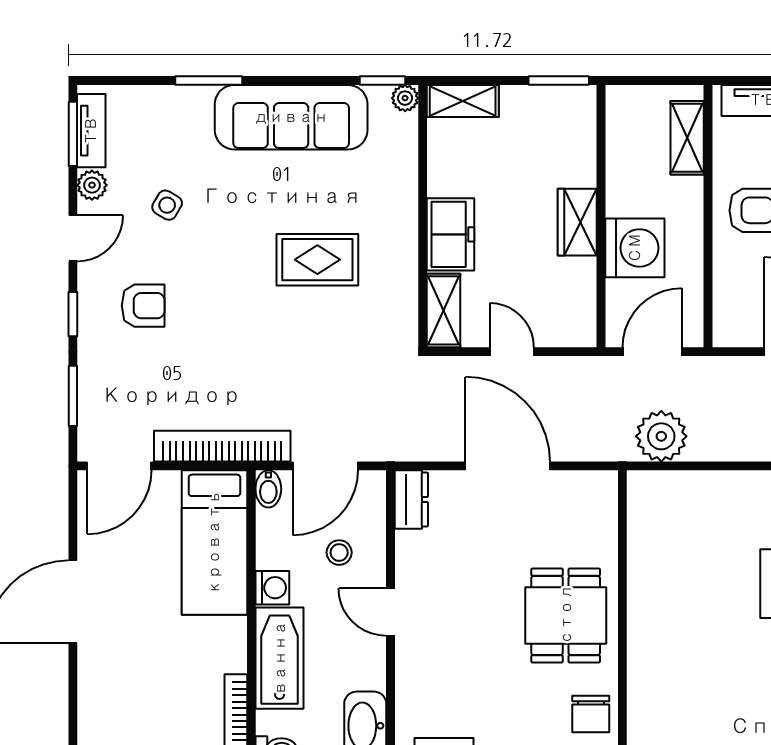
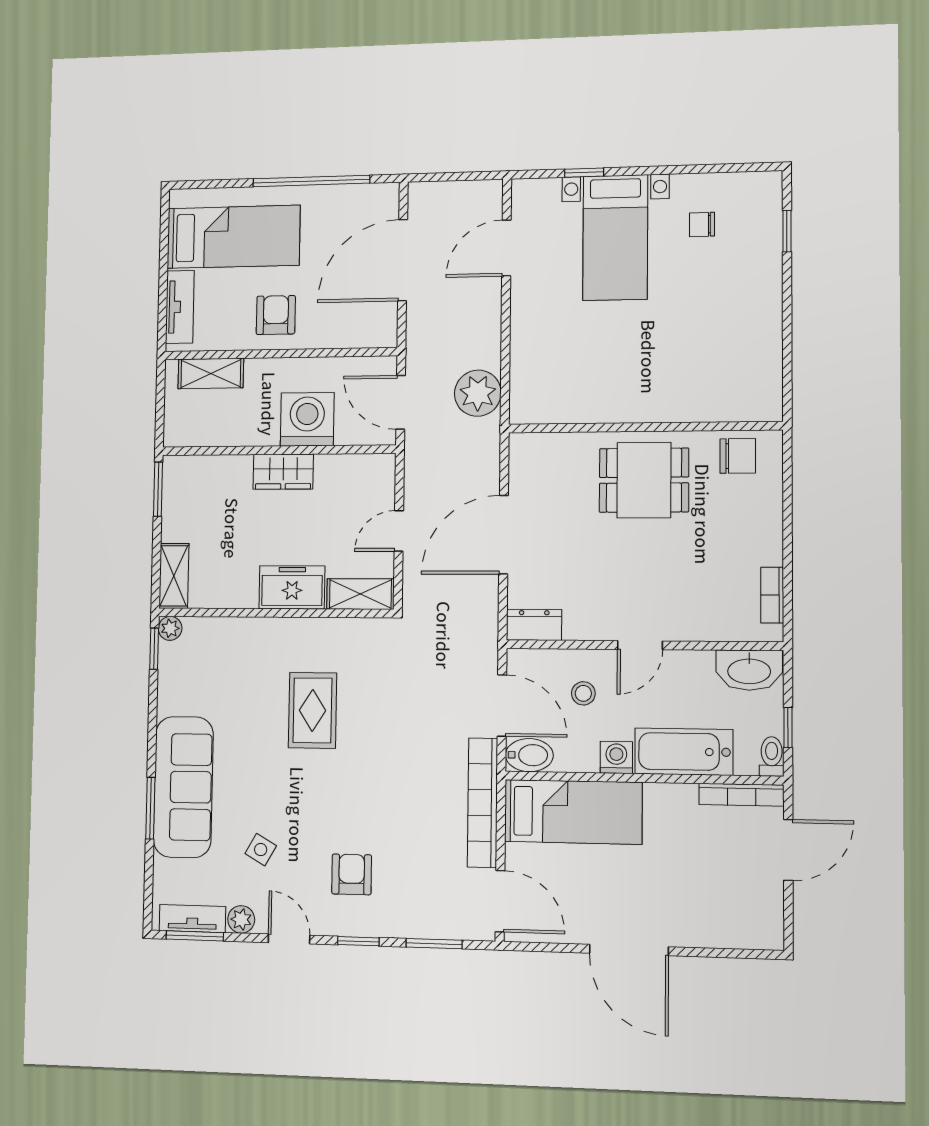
sofa: (291, 117) -> (183, 787), moved
bidet: (268, 489) -> (529, 755), width x1.38, depth x1.36

